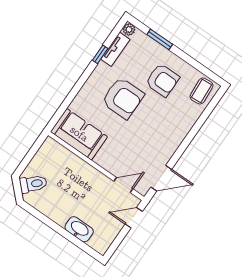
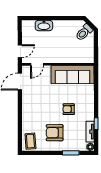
armchair: (123, 98) -> (69, 109), width x0.53, depth x0.53
sofa: (79, 134) -> (73, 75), width x1.36

